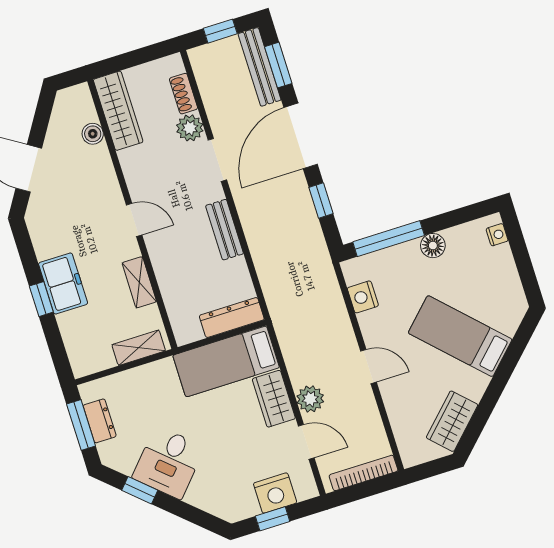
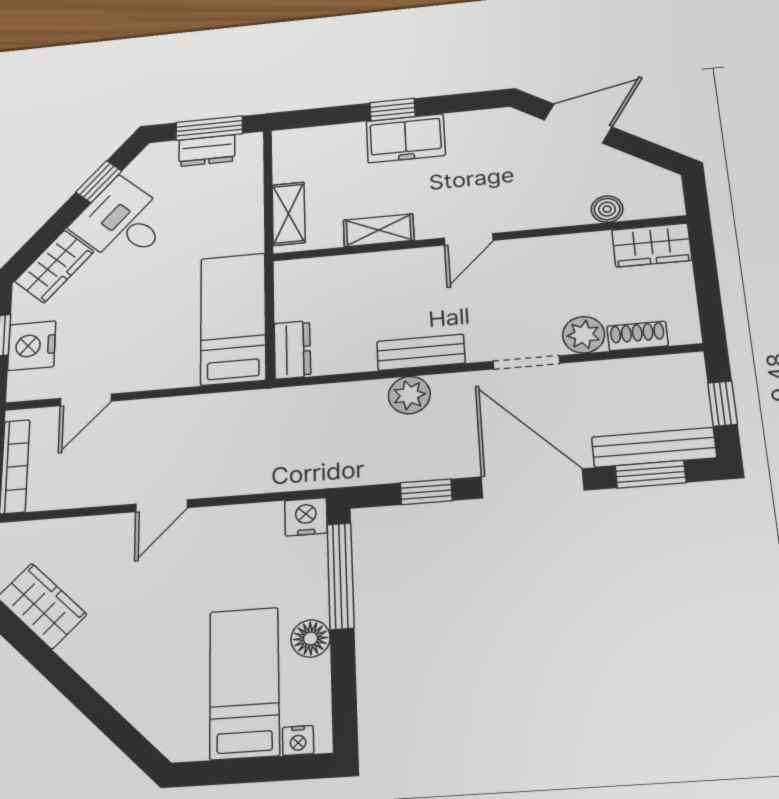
wardrobe: (118, 111) -> (652, 245), width x0.67
nightstand: (363, 297) -> (306, 517), moved
dresser: (232, 318) -> (292, 350), width x0.70
bed: (460, 336) -> (244, 683), moved, turned -45
wardrobe: (274, 399) -> (54, 266), moved, turned 132
plant: (310, 399) -> (409, 395), moved

